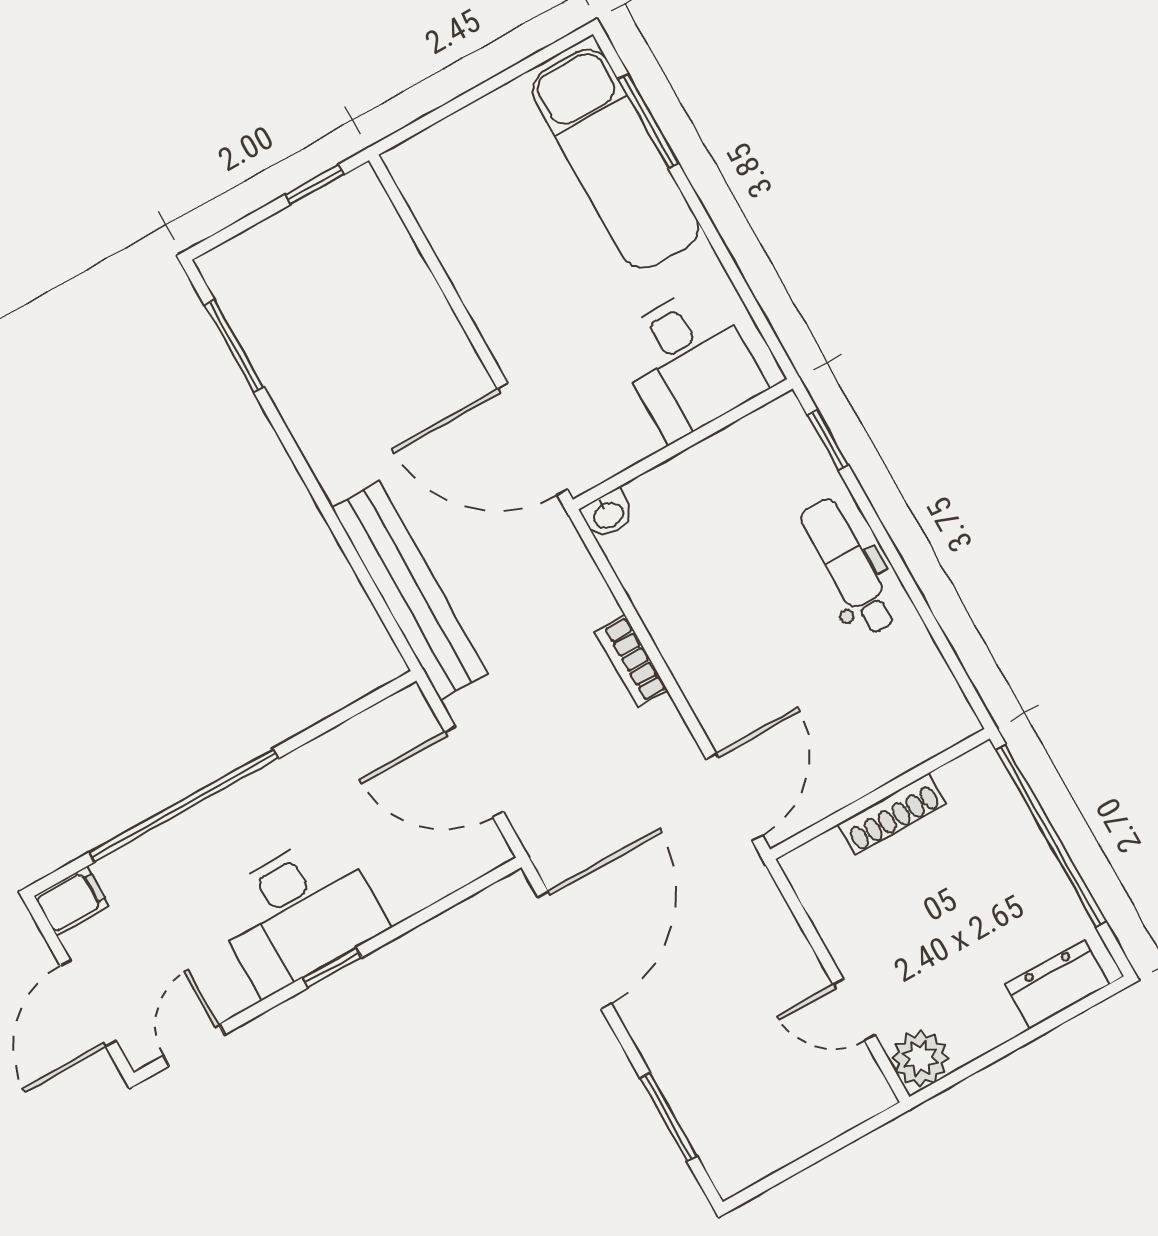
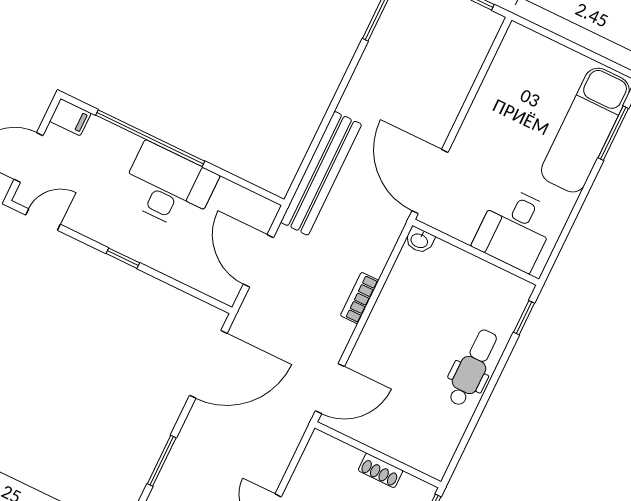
shoe rack: (892, 814) -> (380, 470), width x0.70
desk: (298, 913) -> (169, 187), moved, turned 180

